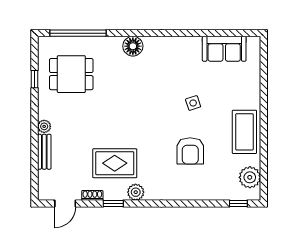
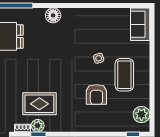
sofa: (224, 49) -> (140, 24), moved, turned 90
coffee table: (244, 132) -> (124, 75), moved
plant: (136, 192) -> (38, 126), moved

